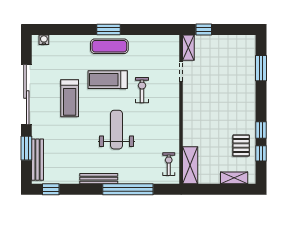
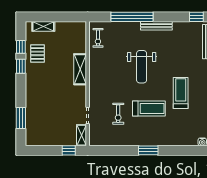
exercise mat: (109, 46) -> (148, 136), removed
exercise bike: (142, 90) -> (118, 114), moved
shelving: (190, 165) -> (80, 69), moved

